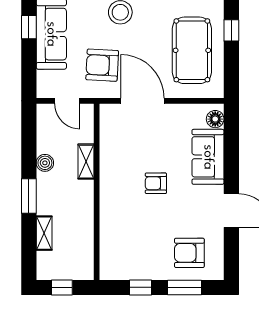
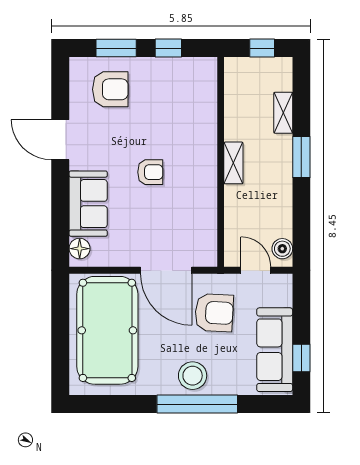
window: (231, 30) -> (60, 354), removed
pool table: (192, 50) -> (107, 330), width x1.36, depth x1.32
shelving: (86, 162) -> (233, 163), moved
boiler: (45, 163) -> (282, 249), moved

